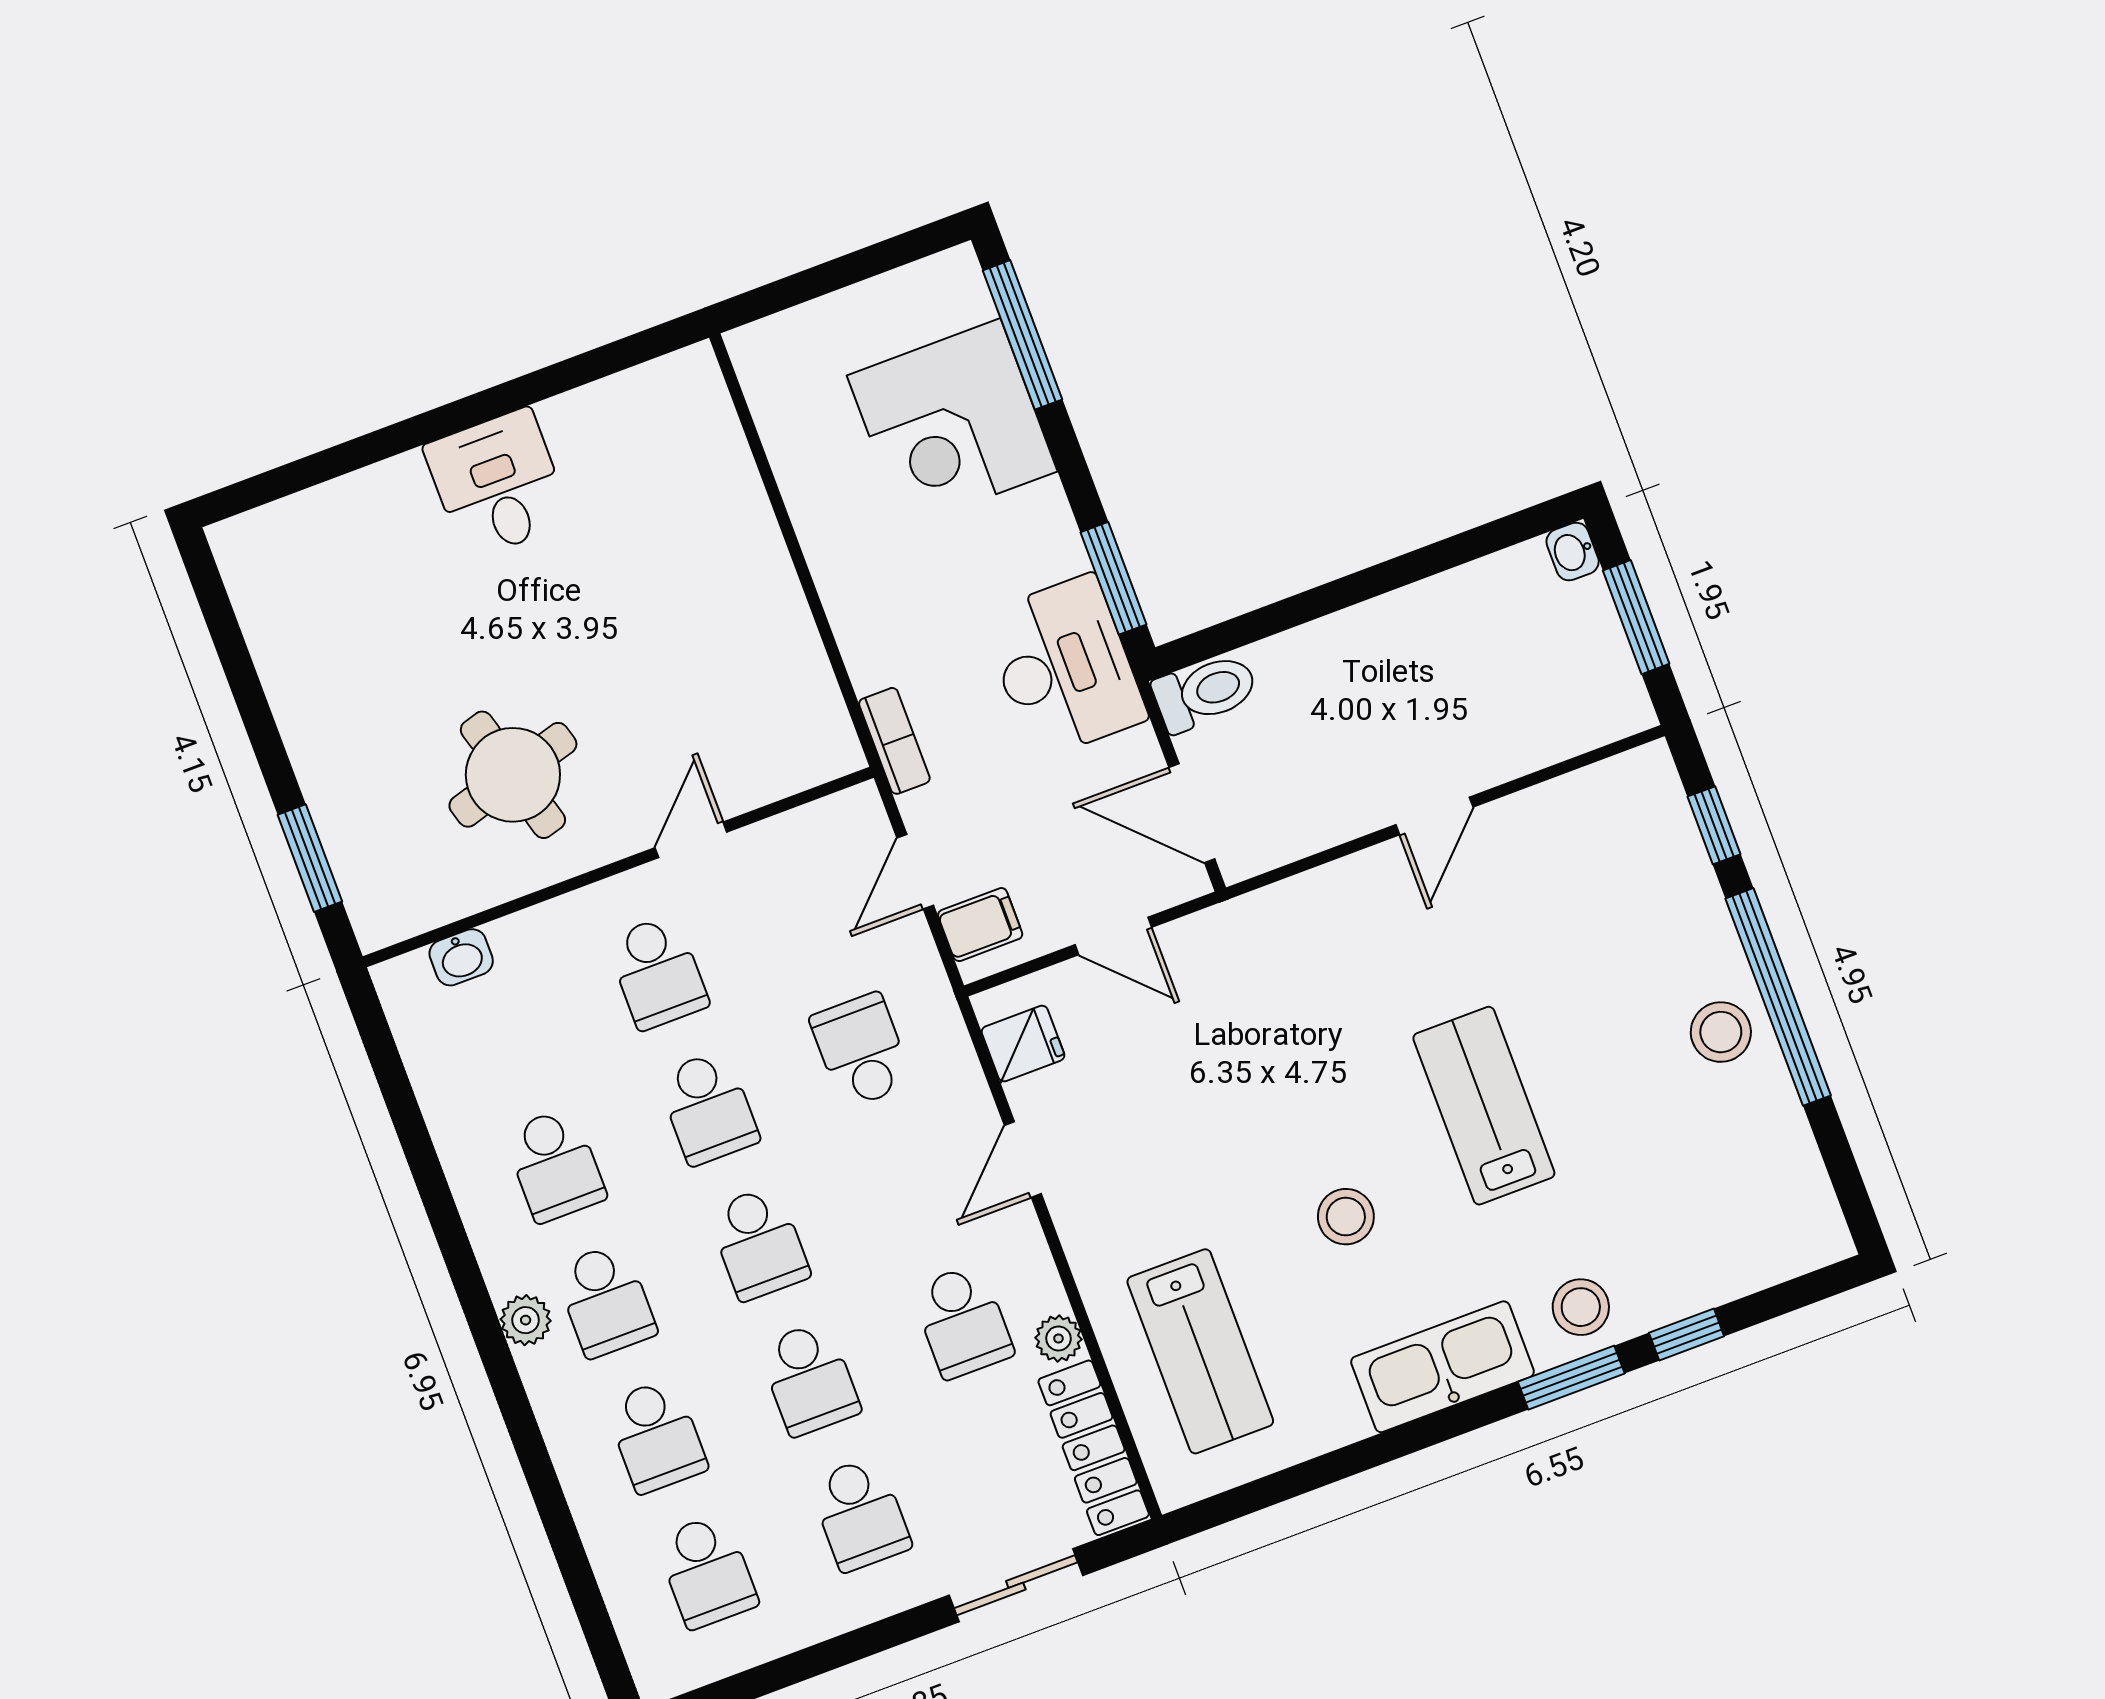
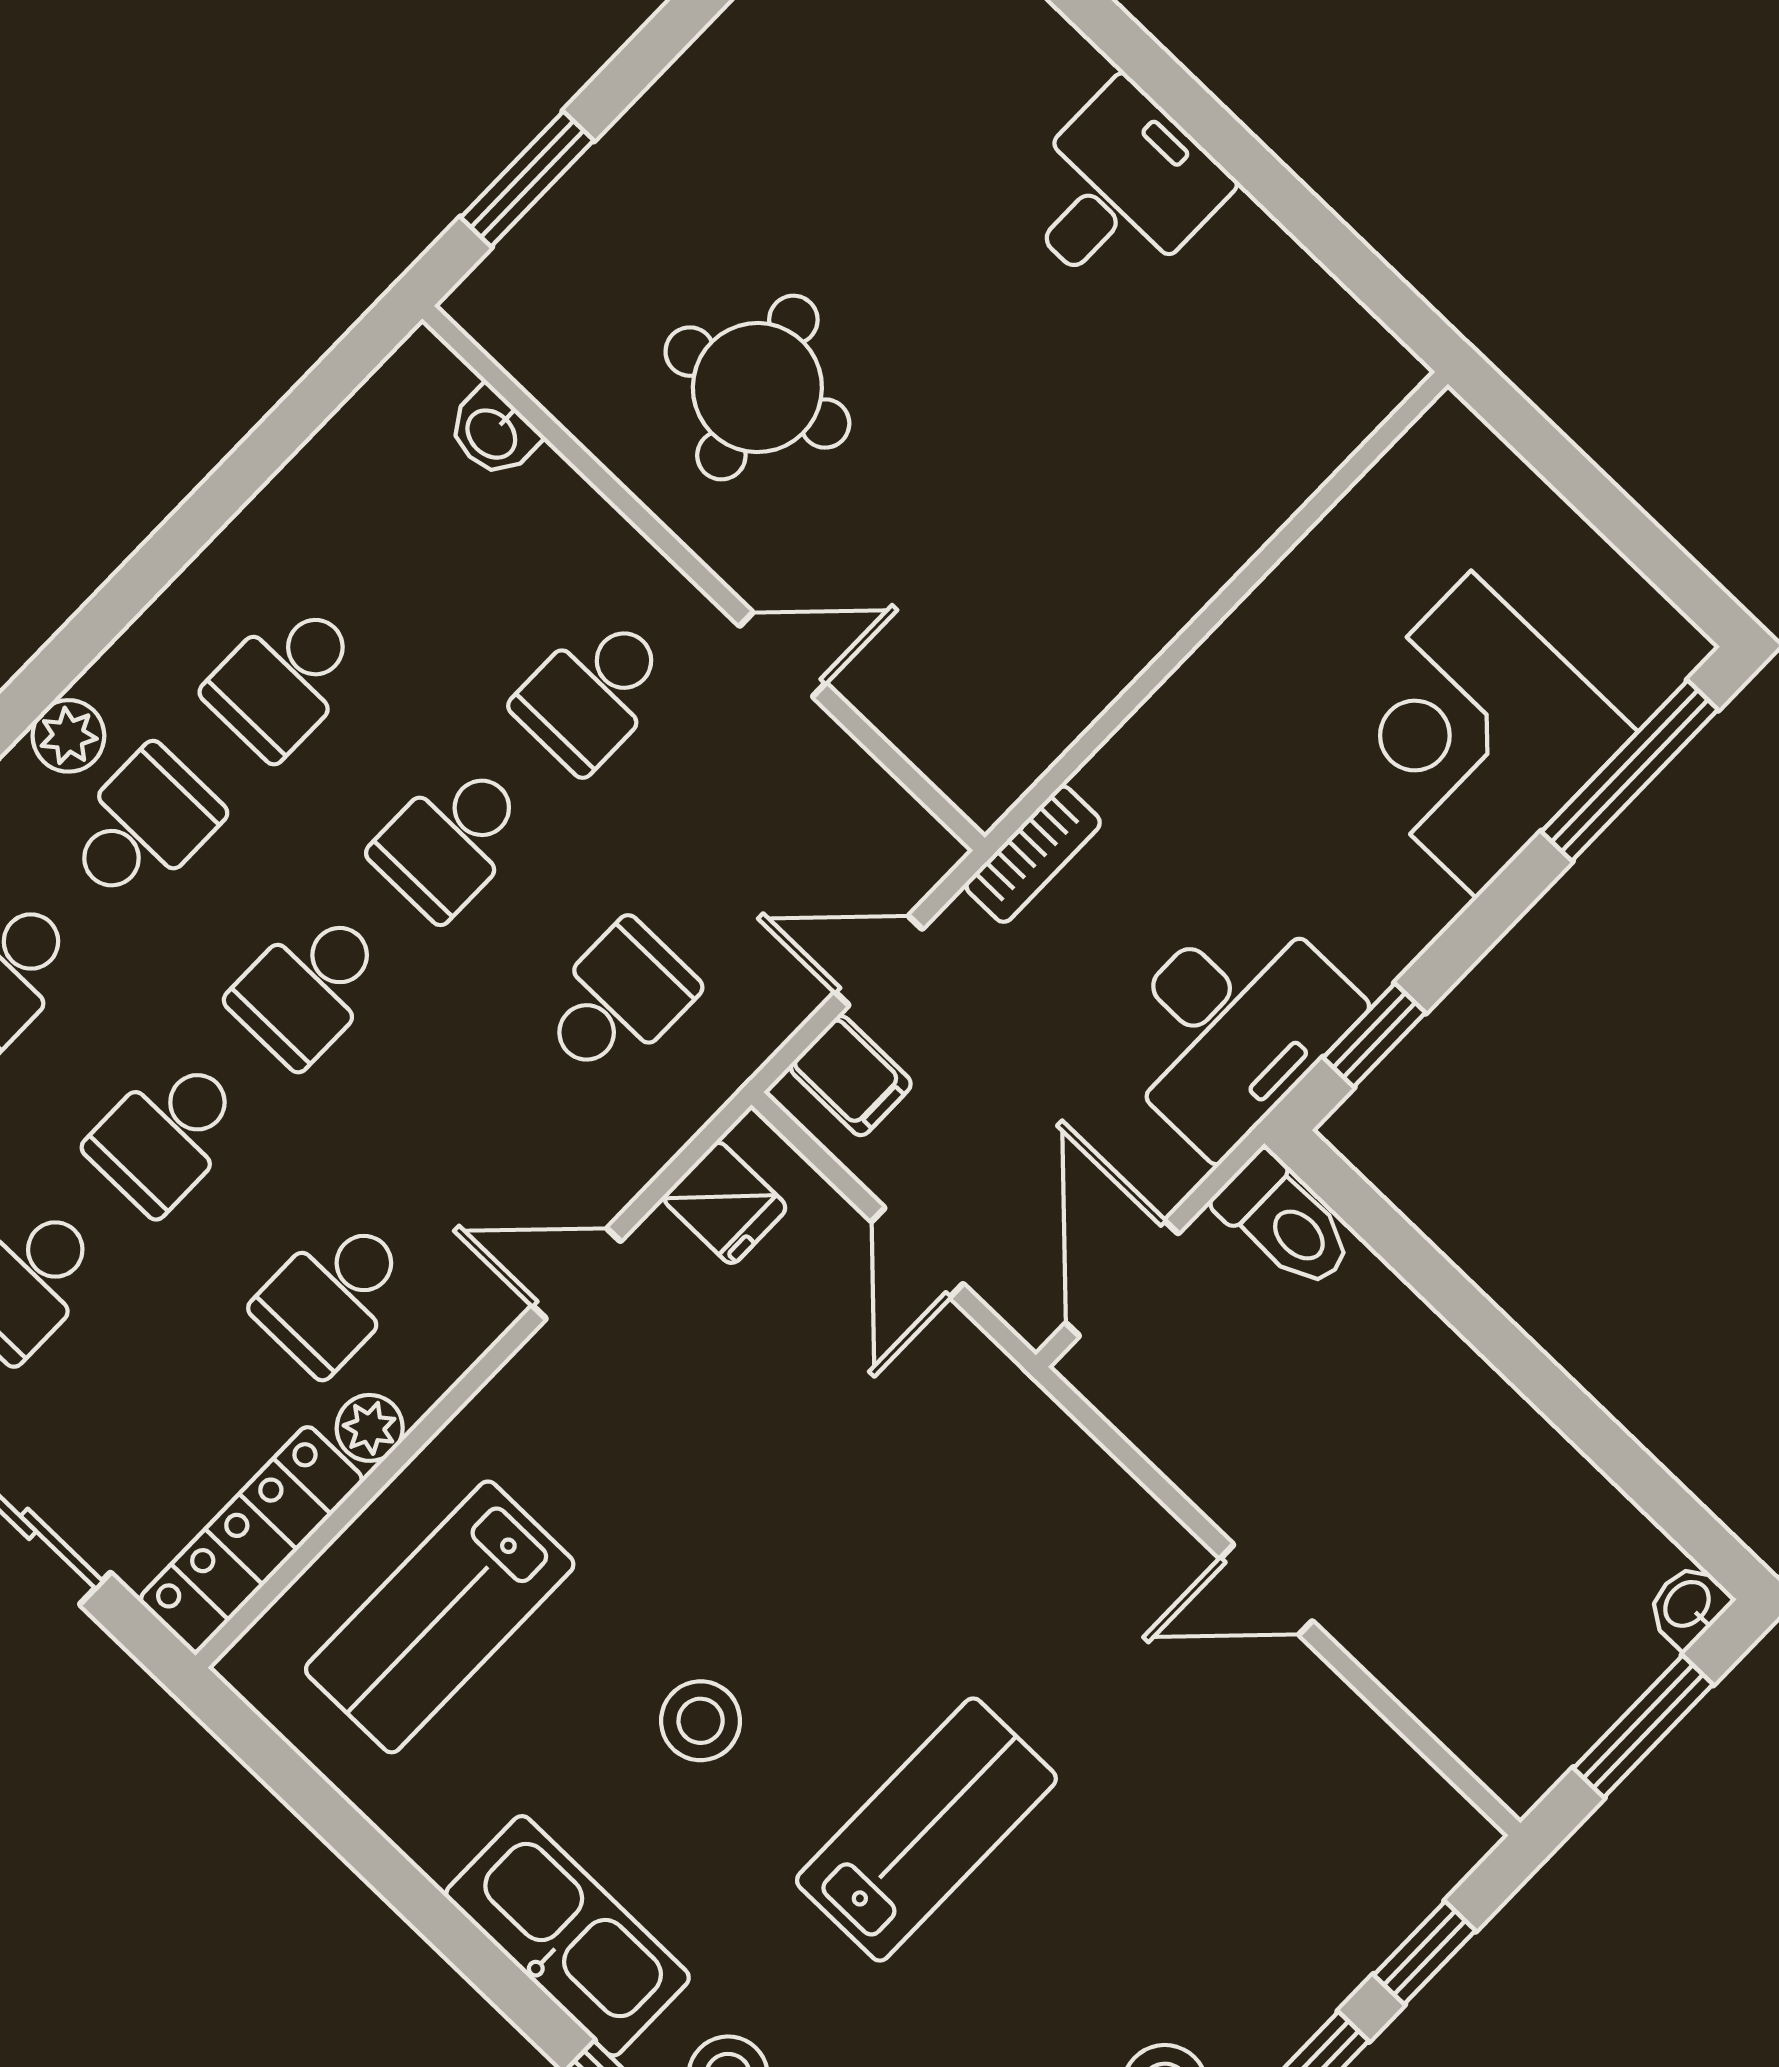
window: (1114, 578) -> (1374, 1035), width x0.67
school desk: (606, 1300) -> (142, 826), turned 180

